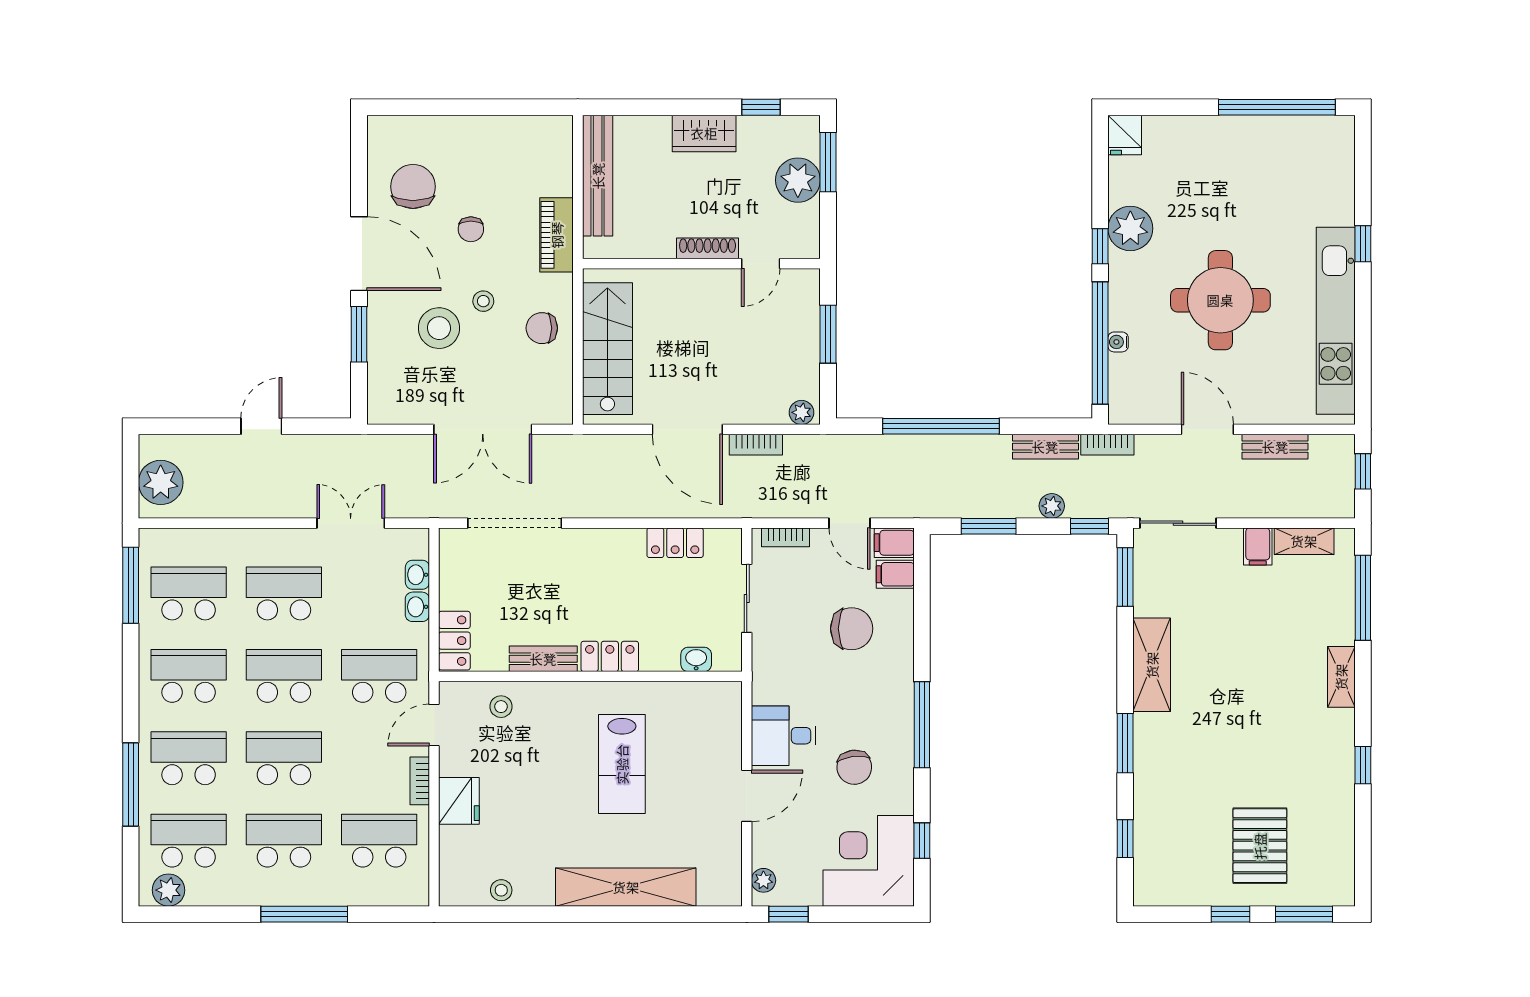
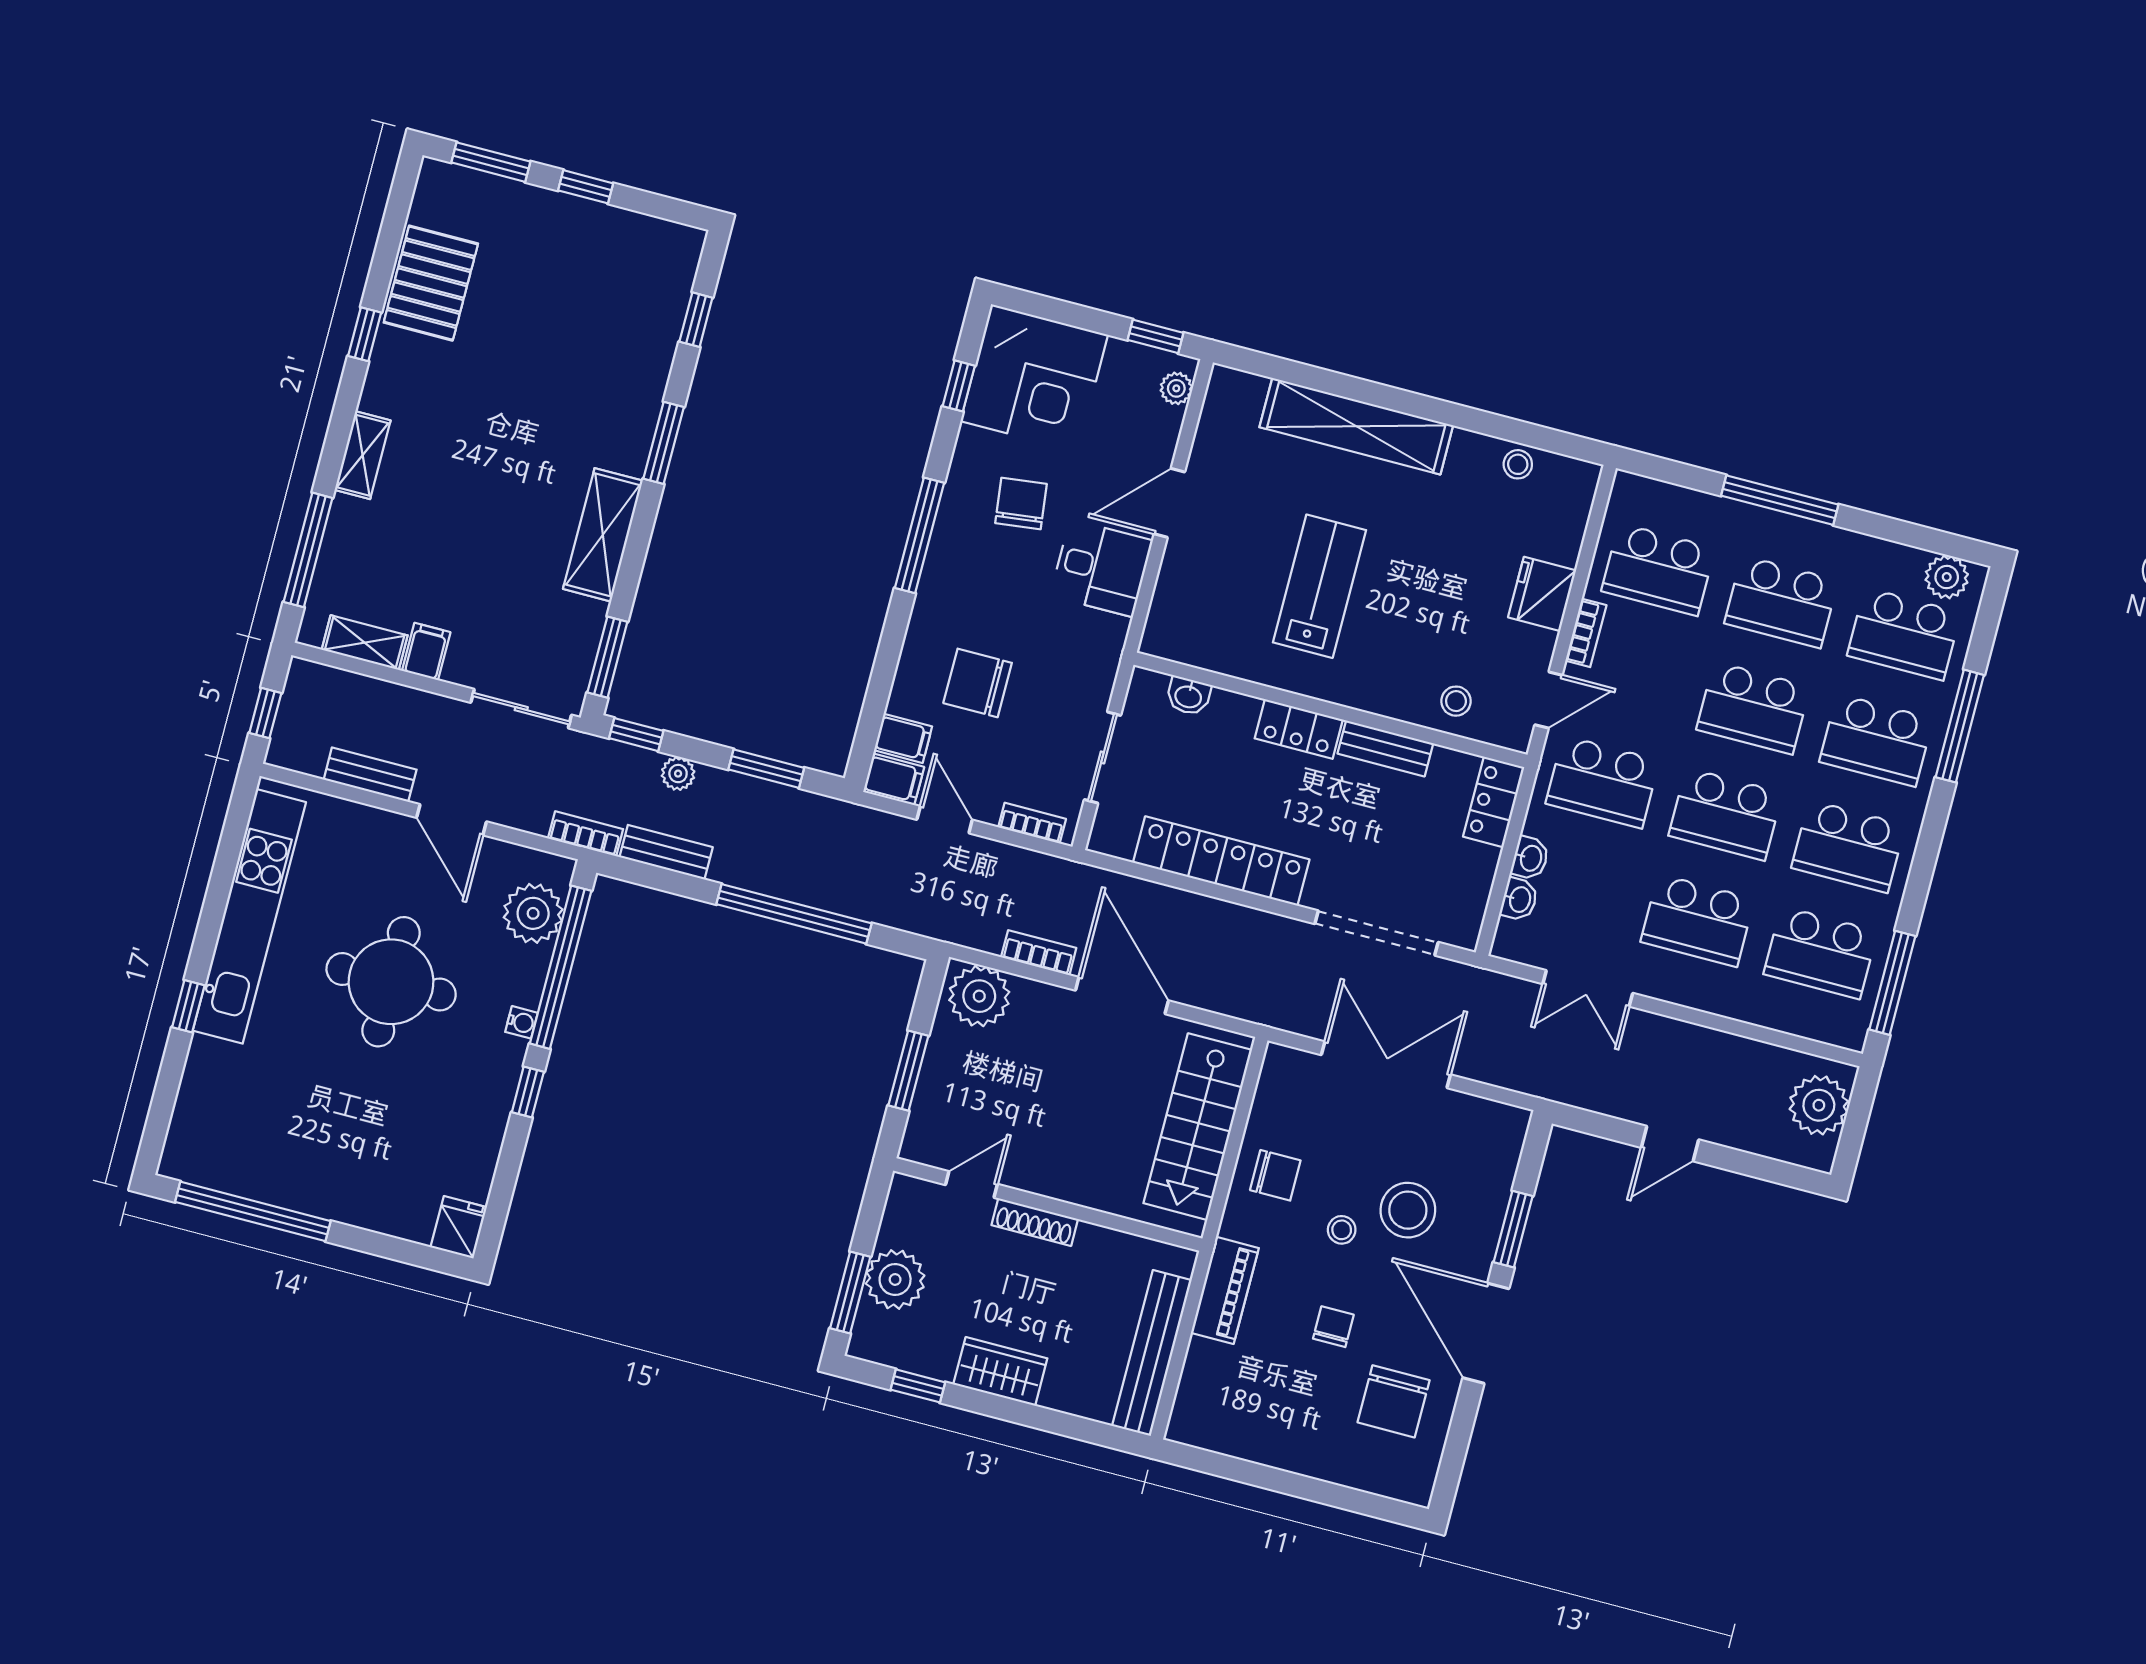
plant: (1130, 228) -> (533, 913), moved
water cooler: (1118, 342) -> (521, 1022), moved
plant: (801, 412) -> (979, 996), width x1.88, depth x1.88
locker: (675, 543) -> (1221, 861), width x2.16, depth x1.21
pallet: (1260, 846) -> (431, 283), moved

